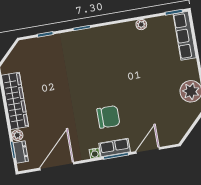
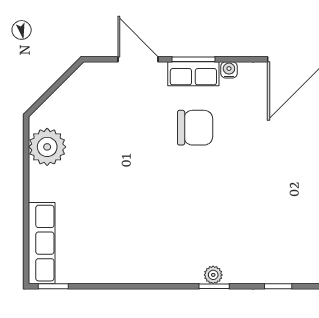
plant: (141, 25) -> (213, 275), moved
chair: (108, 117) -> (195, 128), turned 180
door: (148, 150) -> (138, 59), swing flipped

